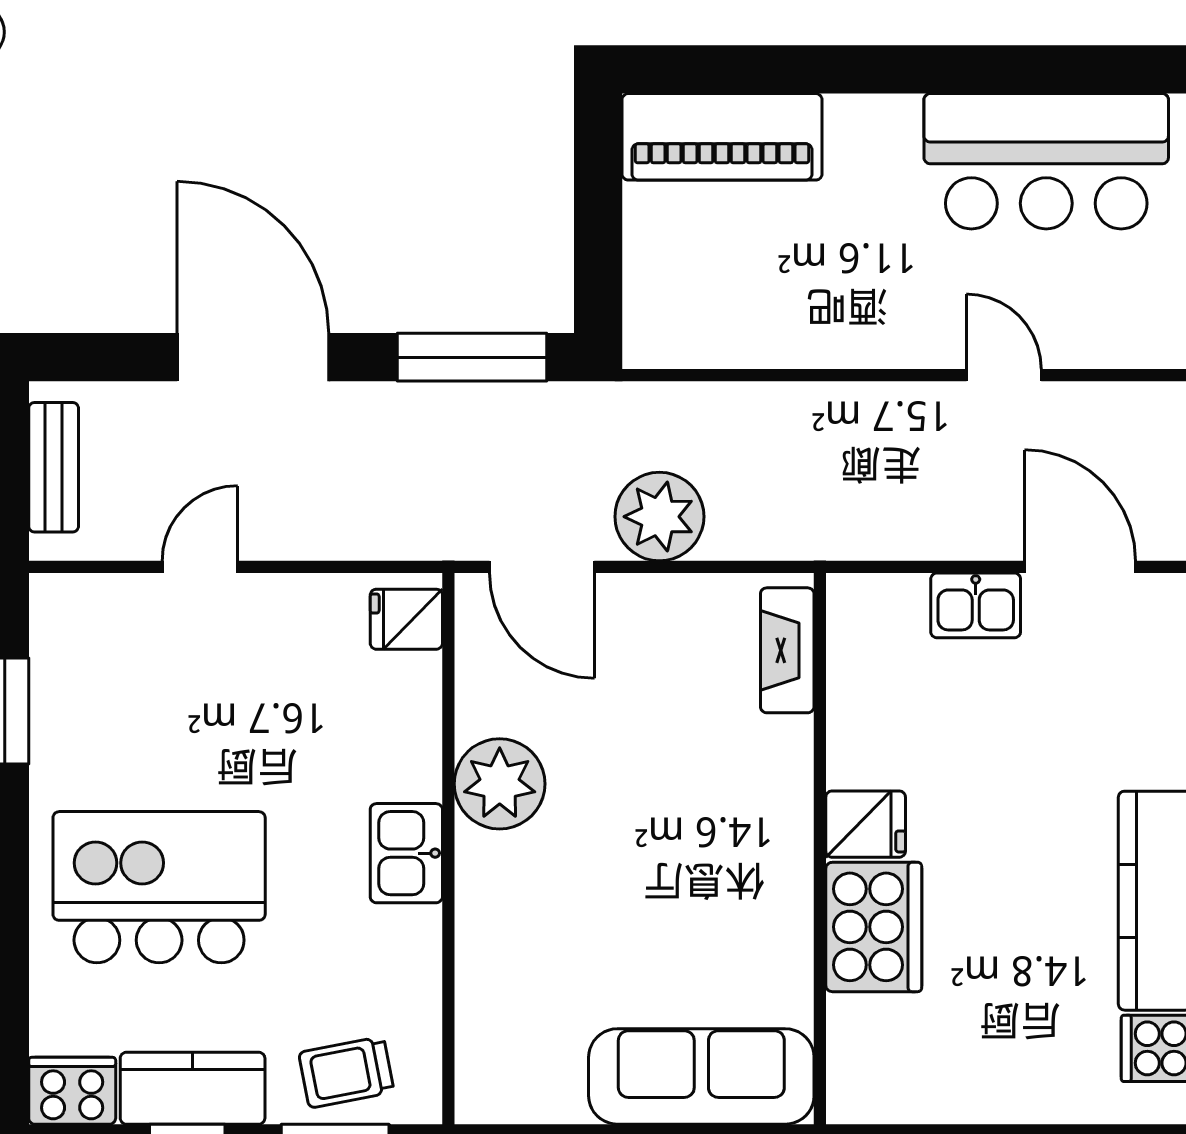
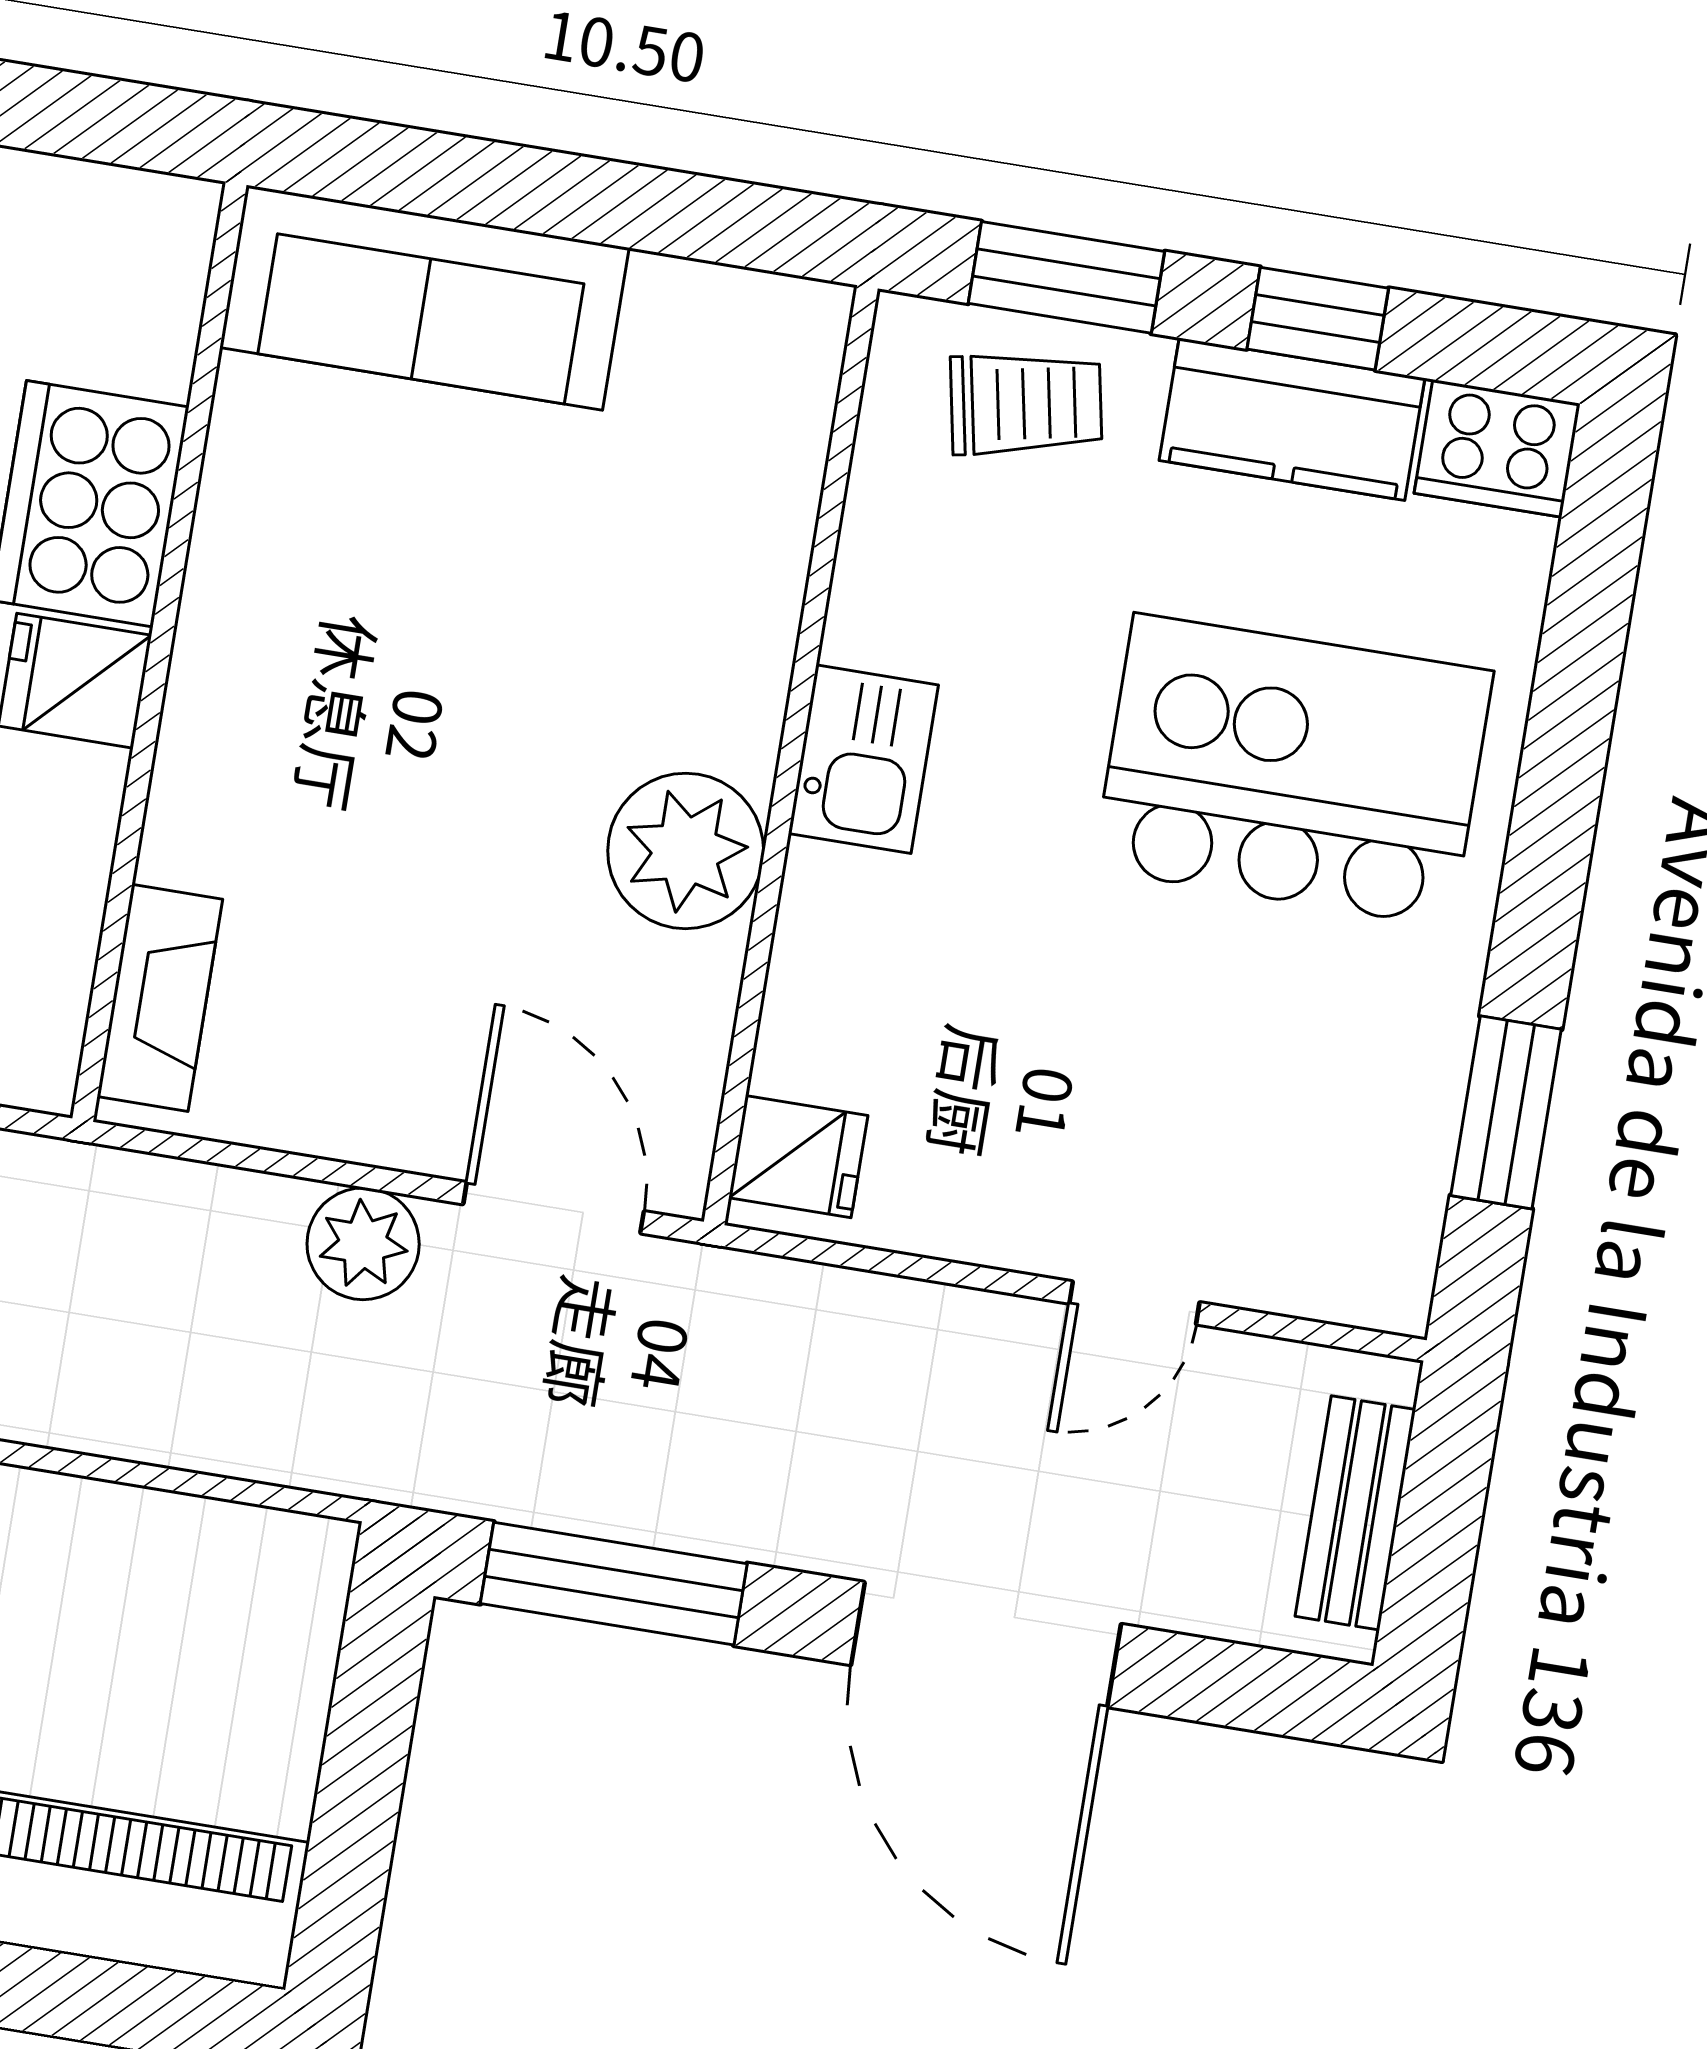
plant: (659, 517) -> (363, 1244), width x0.73, depth x0.73
kitchen island: (159, 887) -> (1293, 770), turned 180

